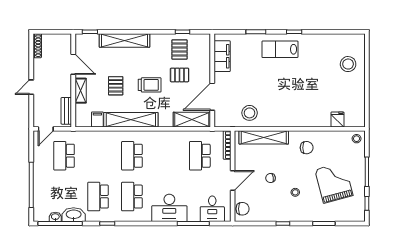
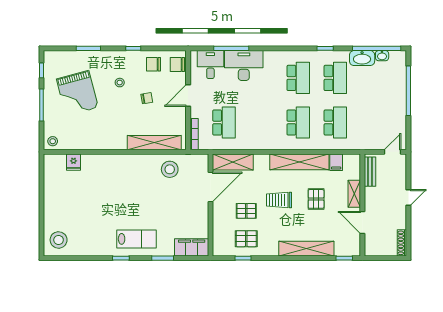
pallet: (180, 50) -> (246, 239), turned 90
filing cabinet: (222, 56) -> (192, 247), moved, turned 90
stool: (348, 64) -> (59, 240), moved
chair: (307, 148) -> (153, 64), moved
school desk: (64, 156) -> (335, 122), moved
desk: (169, 208) -> (244, 65), moved

